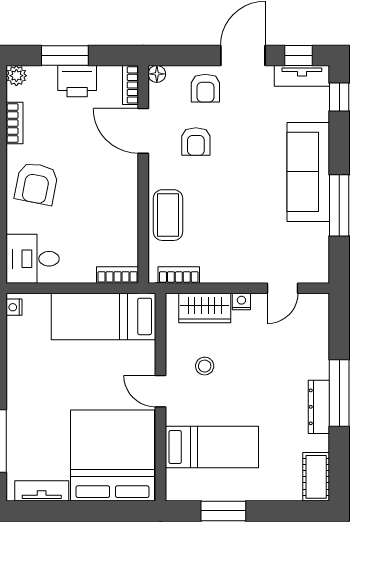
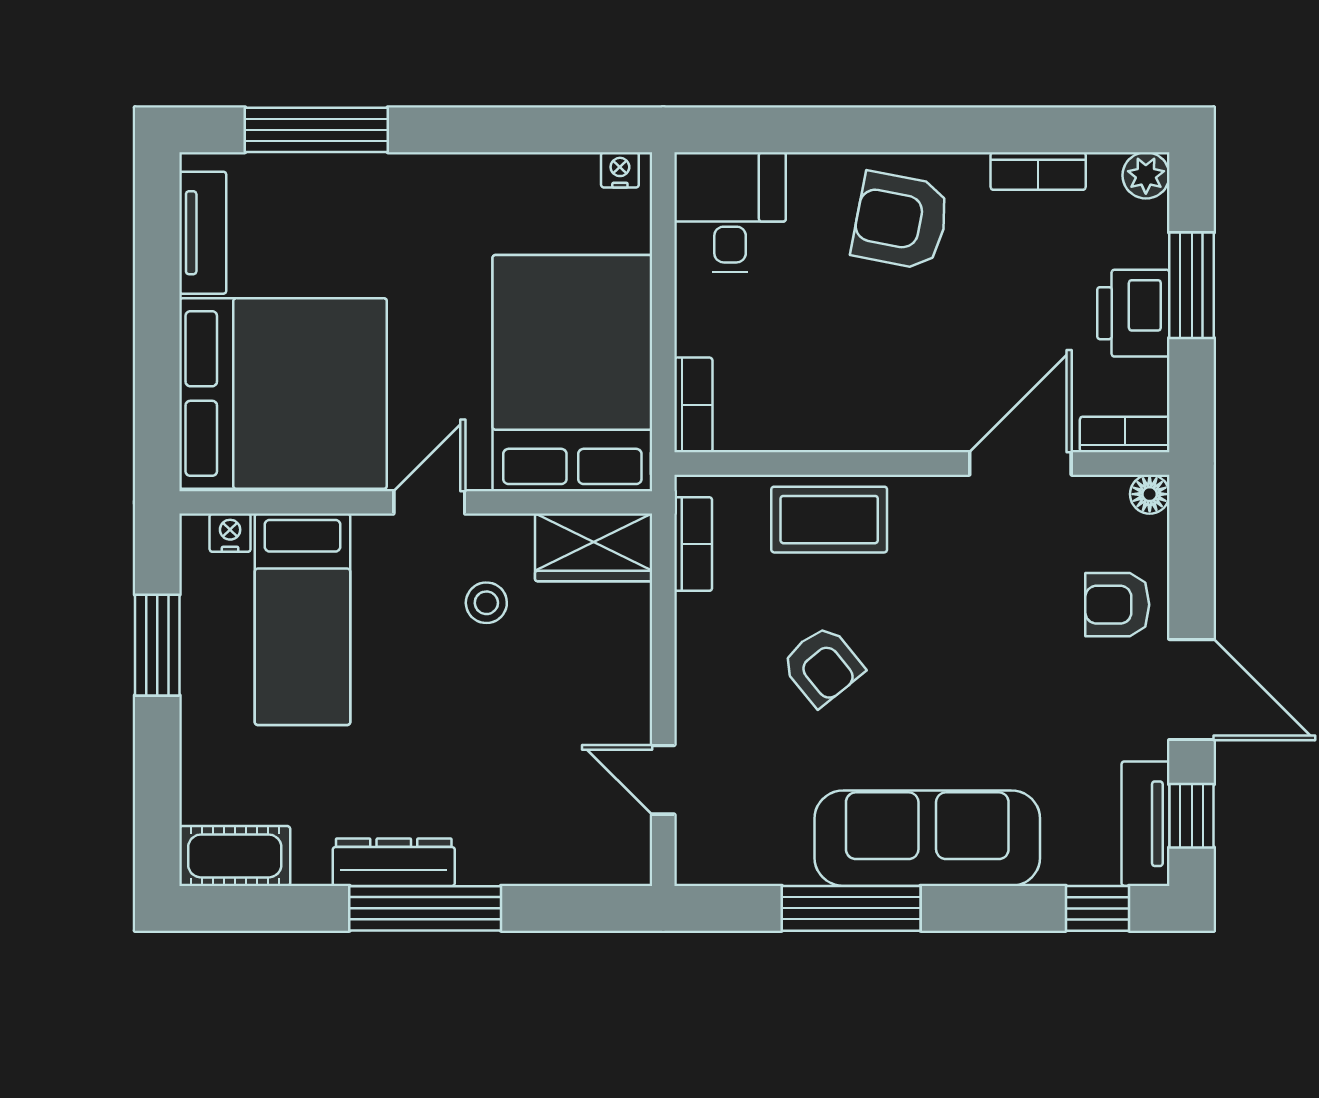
armchair: (196, 142) -> (822, 666), moved, turned -129
nightstand: (241, 302) -> (230, 533), moved, turned -90
wardrobe: (205, 308) -> (594, 547), moved, turned -90
bed: (104, 316) -> (572, 373), width x1.50

